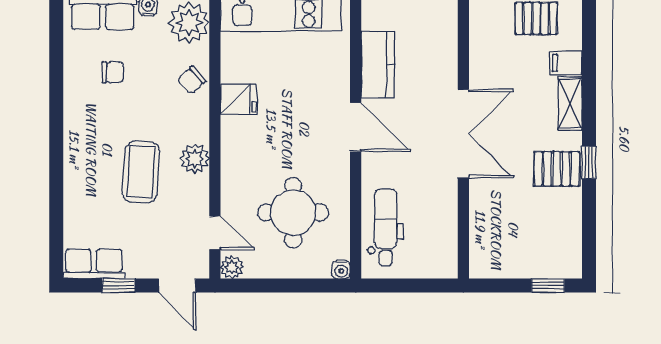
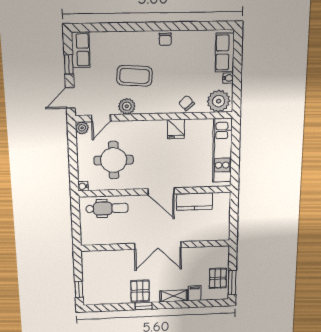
chair: (113, 72) -> (165, 39), moved
door: (356, 127) -> (161, 191), hinge flipped
plant: (195, 159) -> (127, 106), moved

